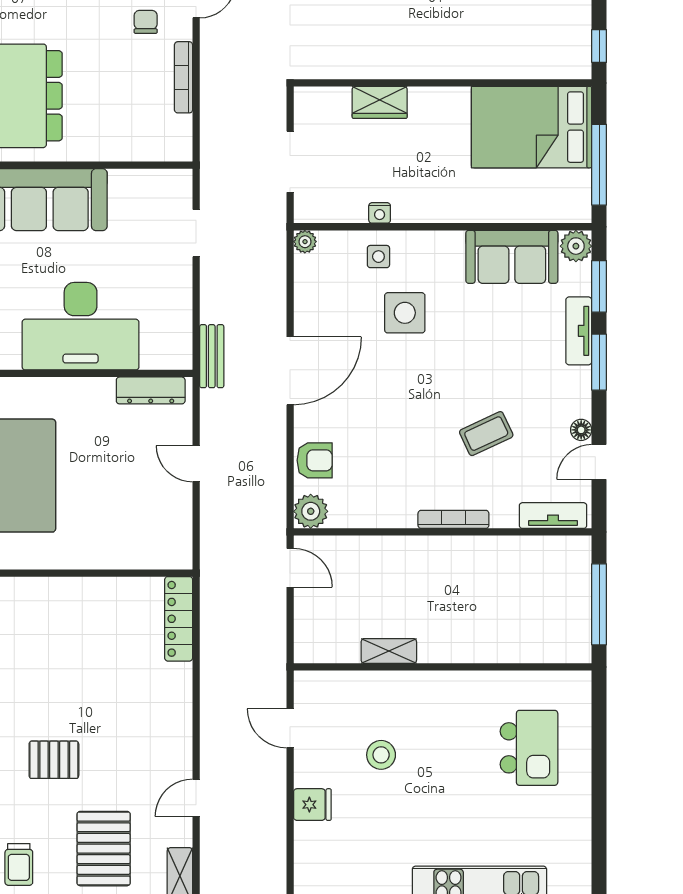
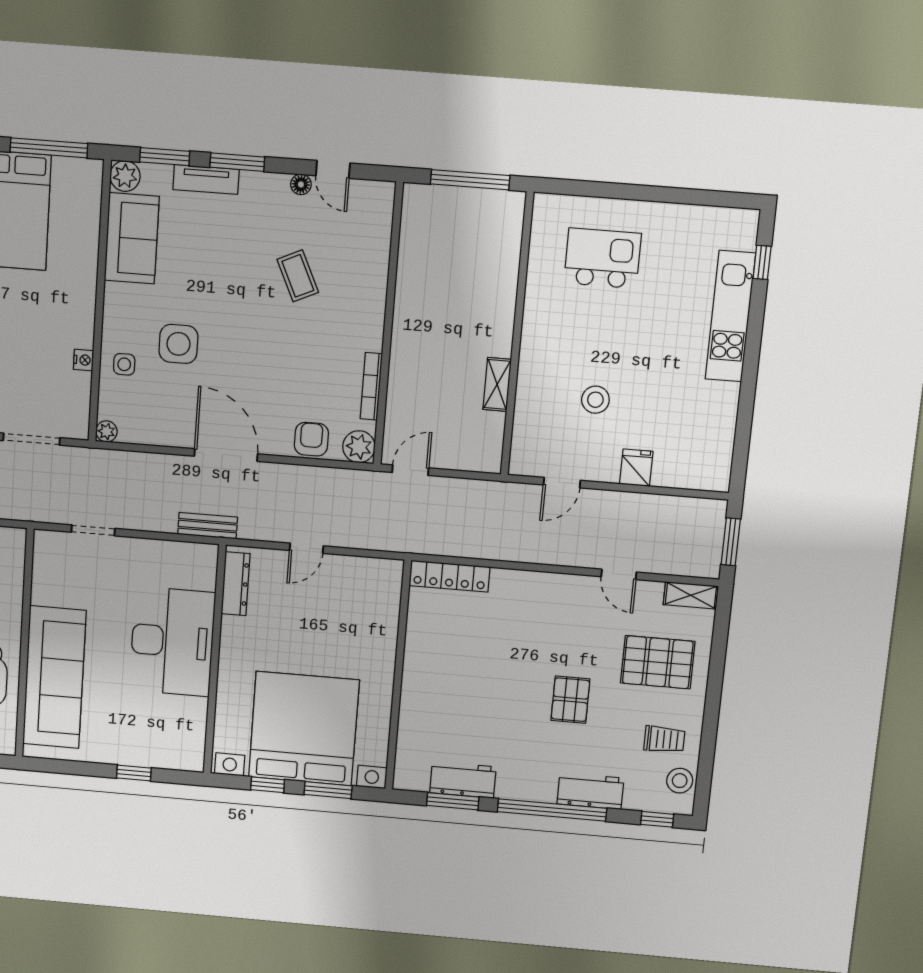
tv unit: (553, 516) -> (381, 218), removed
bookcase: (453, 519) -> (371, 386), moved

